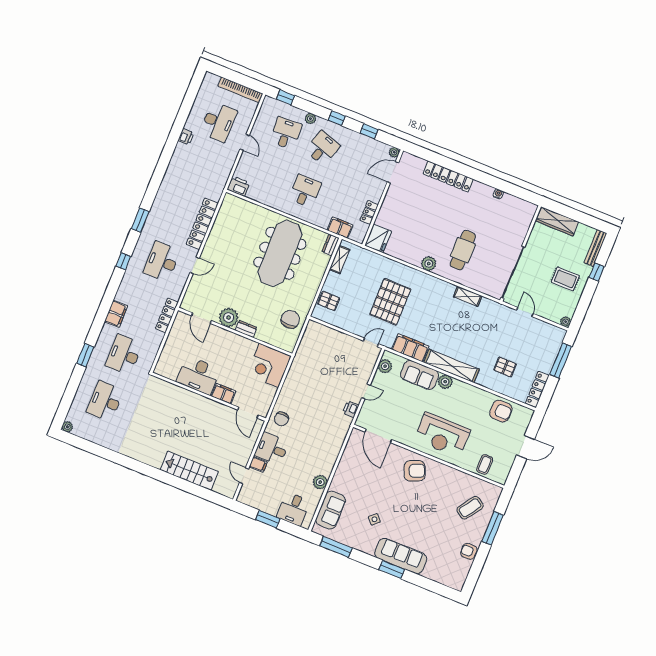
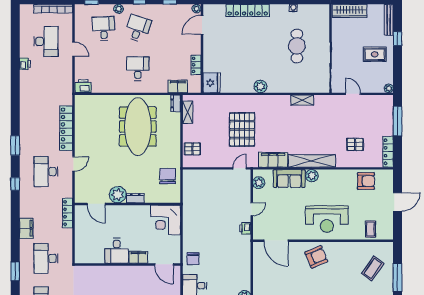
cafe table: (463, 250) -> (297, 46), moved
desk: (198, 375) -> (117, 251), width x0.73

